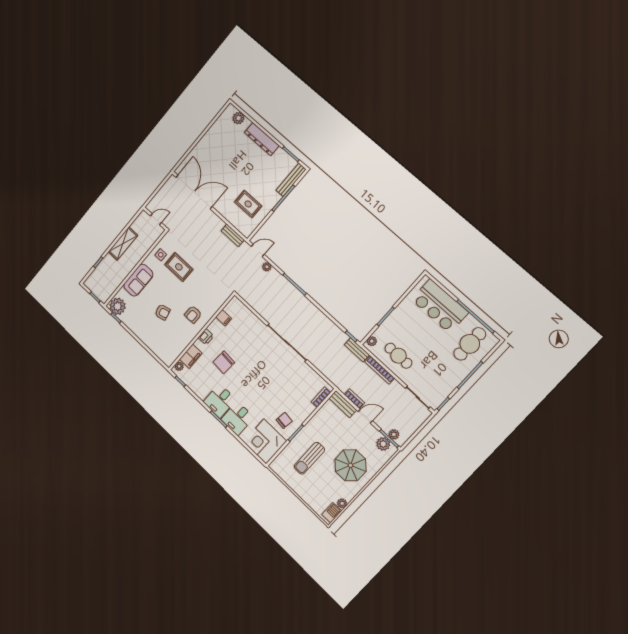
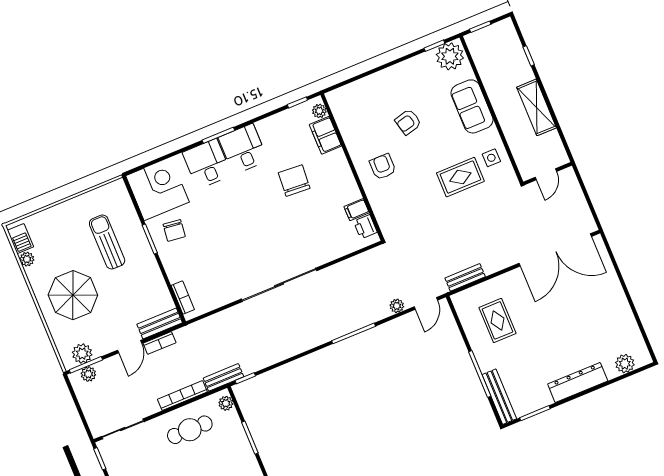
rug: (248, 204) -> (497, 320), turned 90
printer: (206, 337) -> (365, 227), moved

